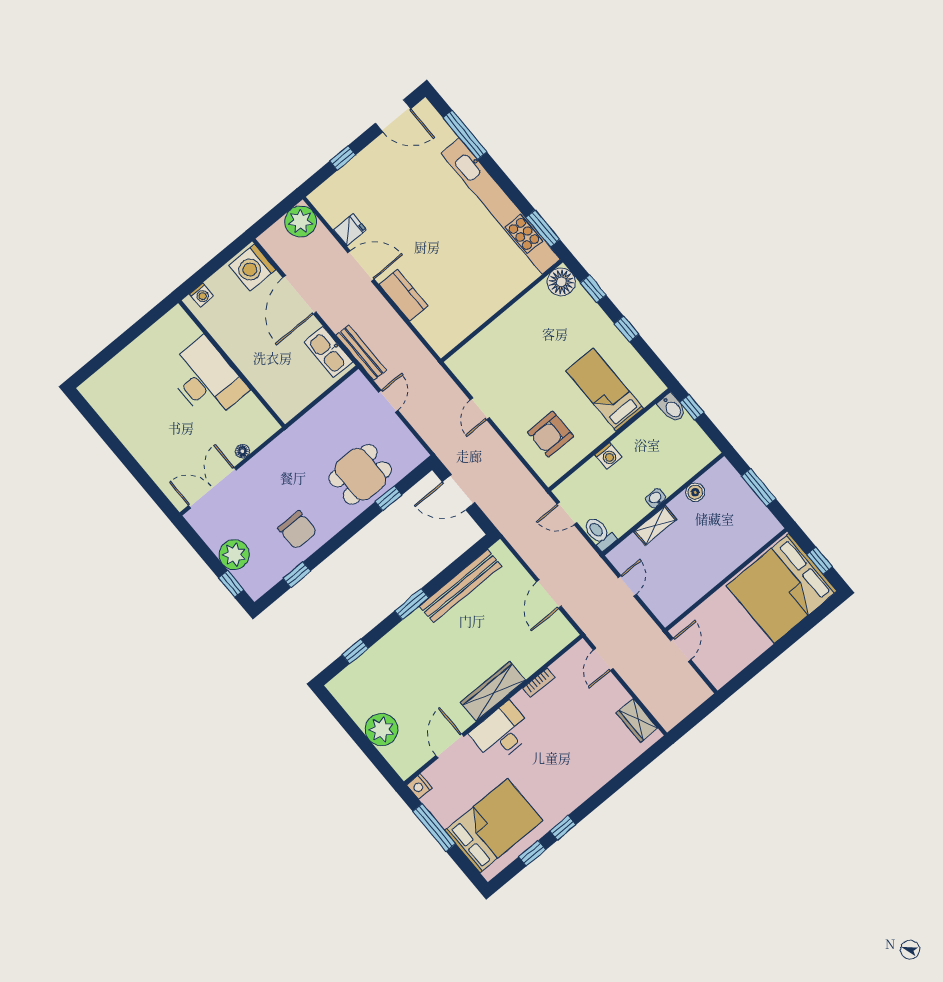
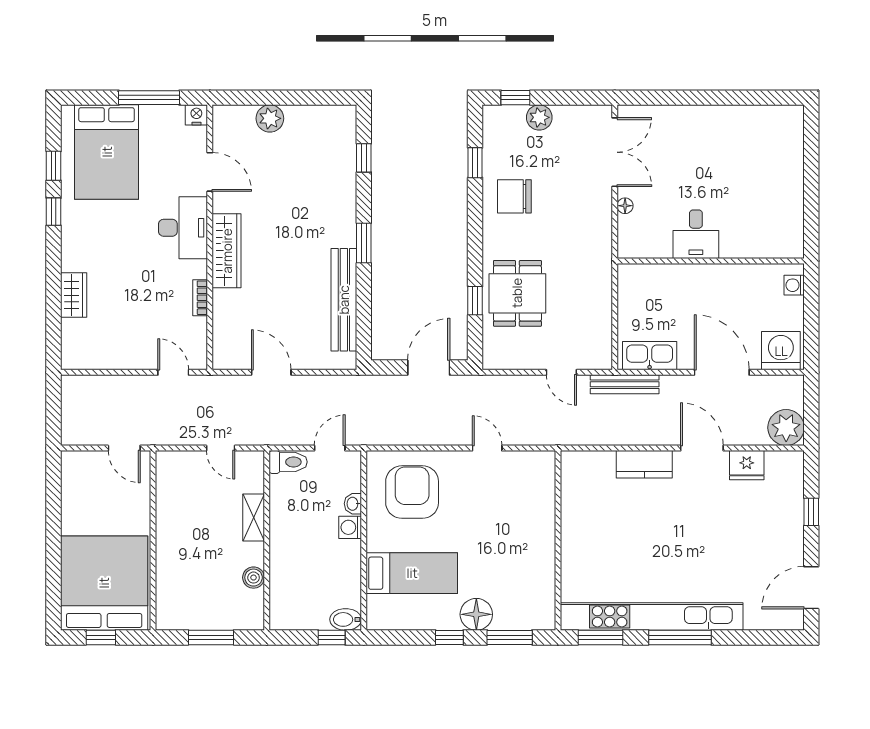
window: (465, 135) -> (680, 637), moved
fridge: (350, 230) -> (747, 465), width x1.38
door: (361, 266) -> (702, 448), swing flipped
floor lamp: (561, 282) -> (476, 614), moved
window: (593, 289) -> (510, 637), width x1.50
desk: (206, 379) -> (696, 234), width x0.53, depth x0.77
armchair: (551, 434) -> (412, 492), width x1.36, depth x1.36
washbasin: (656, 498) -> (353, 504), moved, turned 180
plant: (234, 555) -> (539, 117), width x0.73, depth x0.73
wardrobe: (637, 720) -> (74, 295), moved, turned 90
plant: (382, 730) -> (270, 118), width x0.73, depth x0.73

